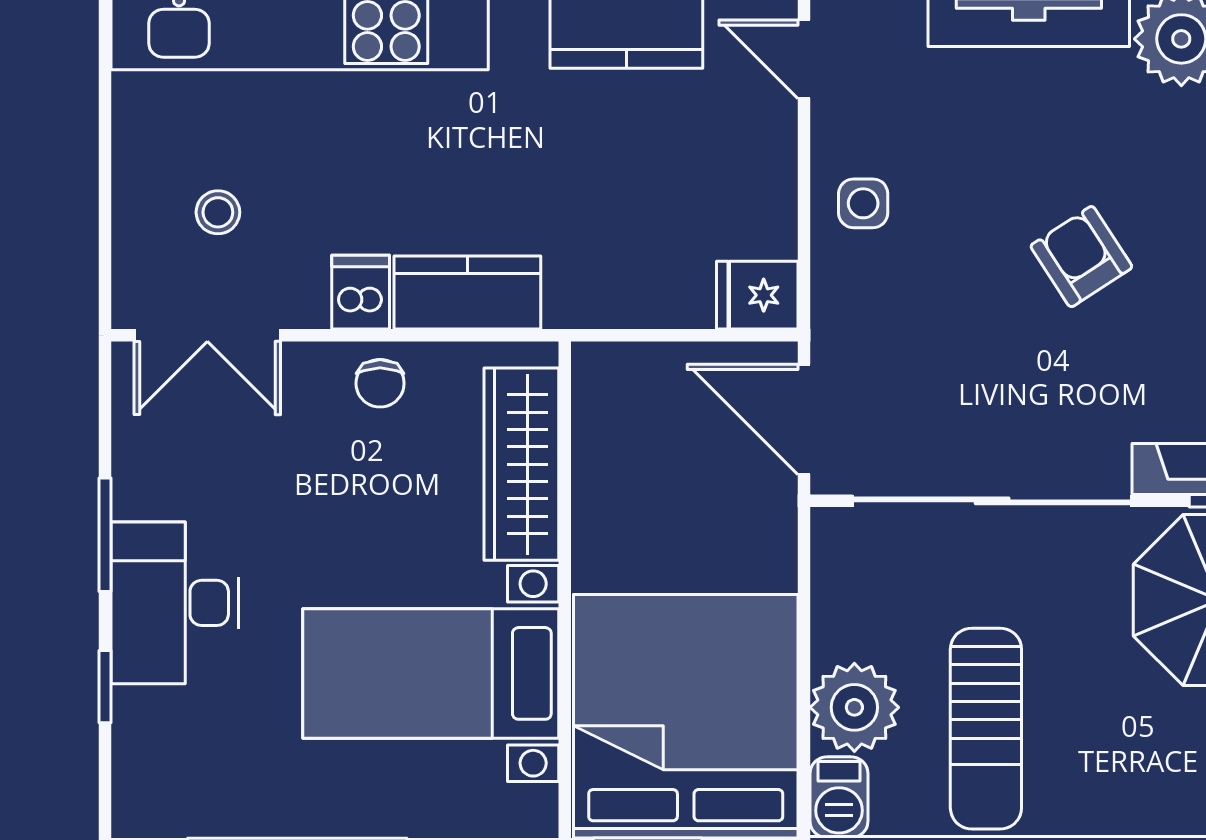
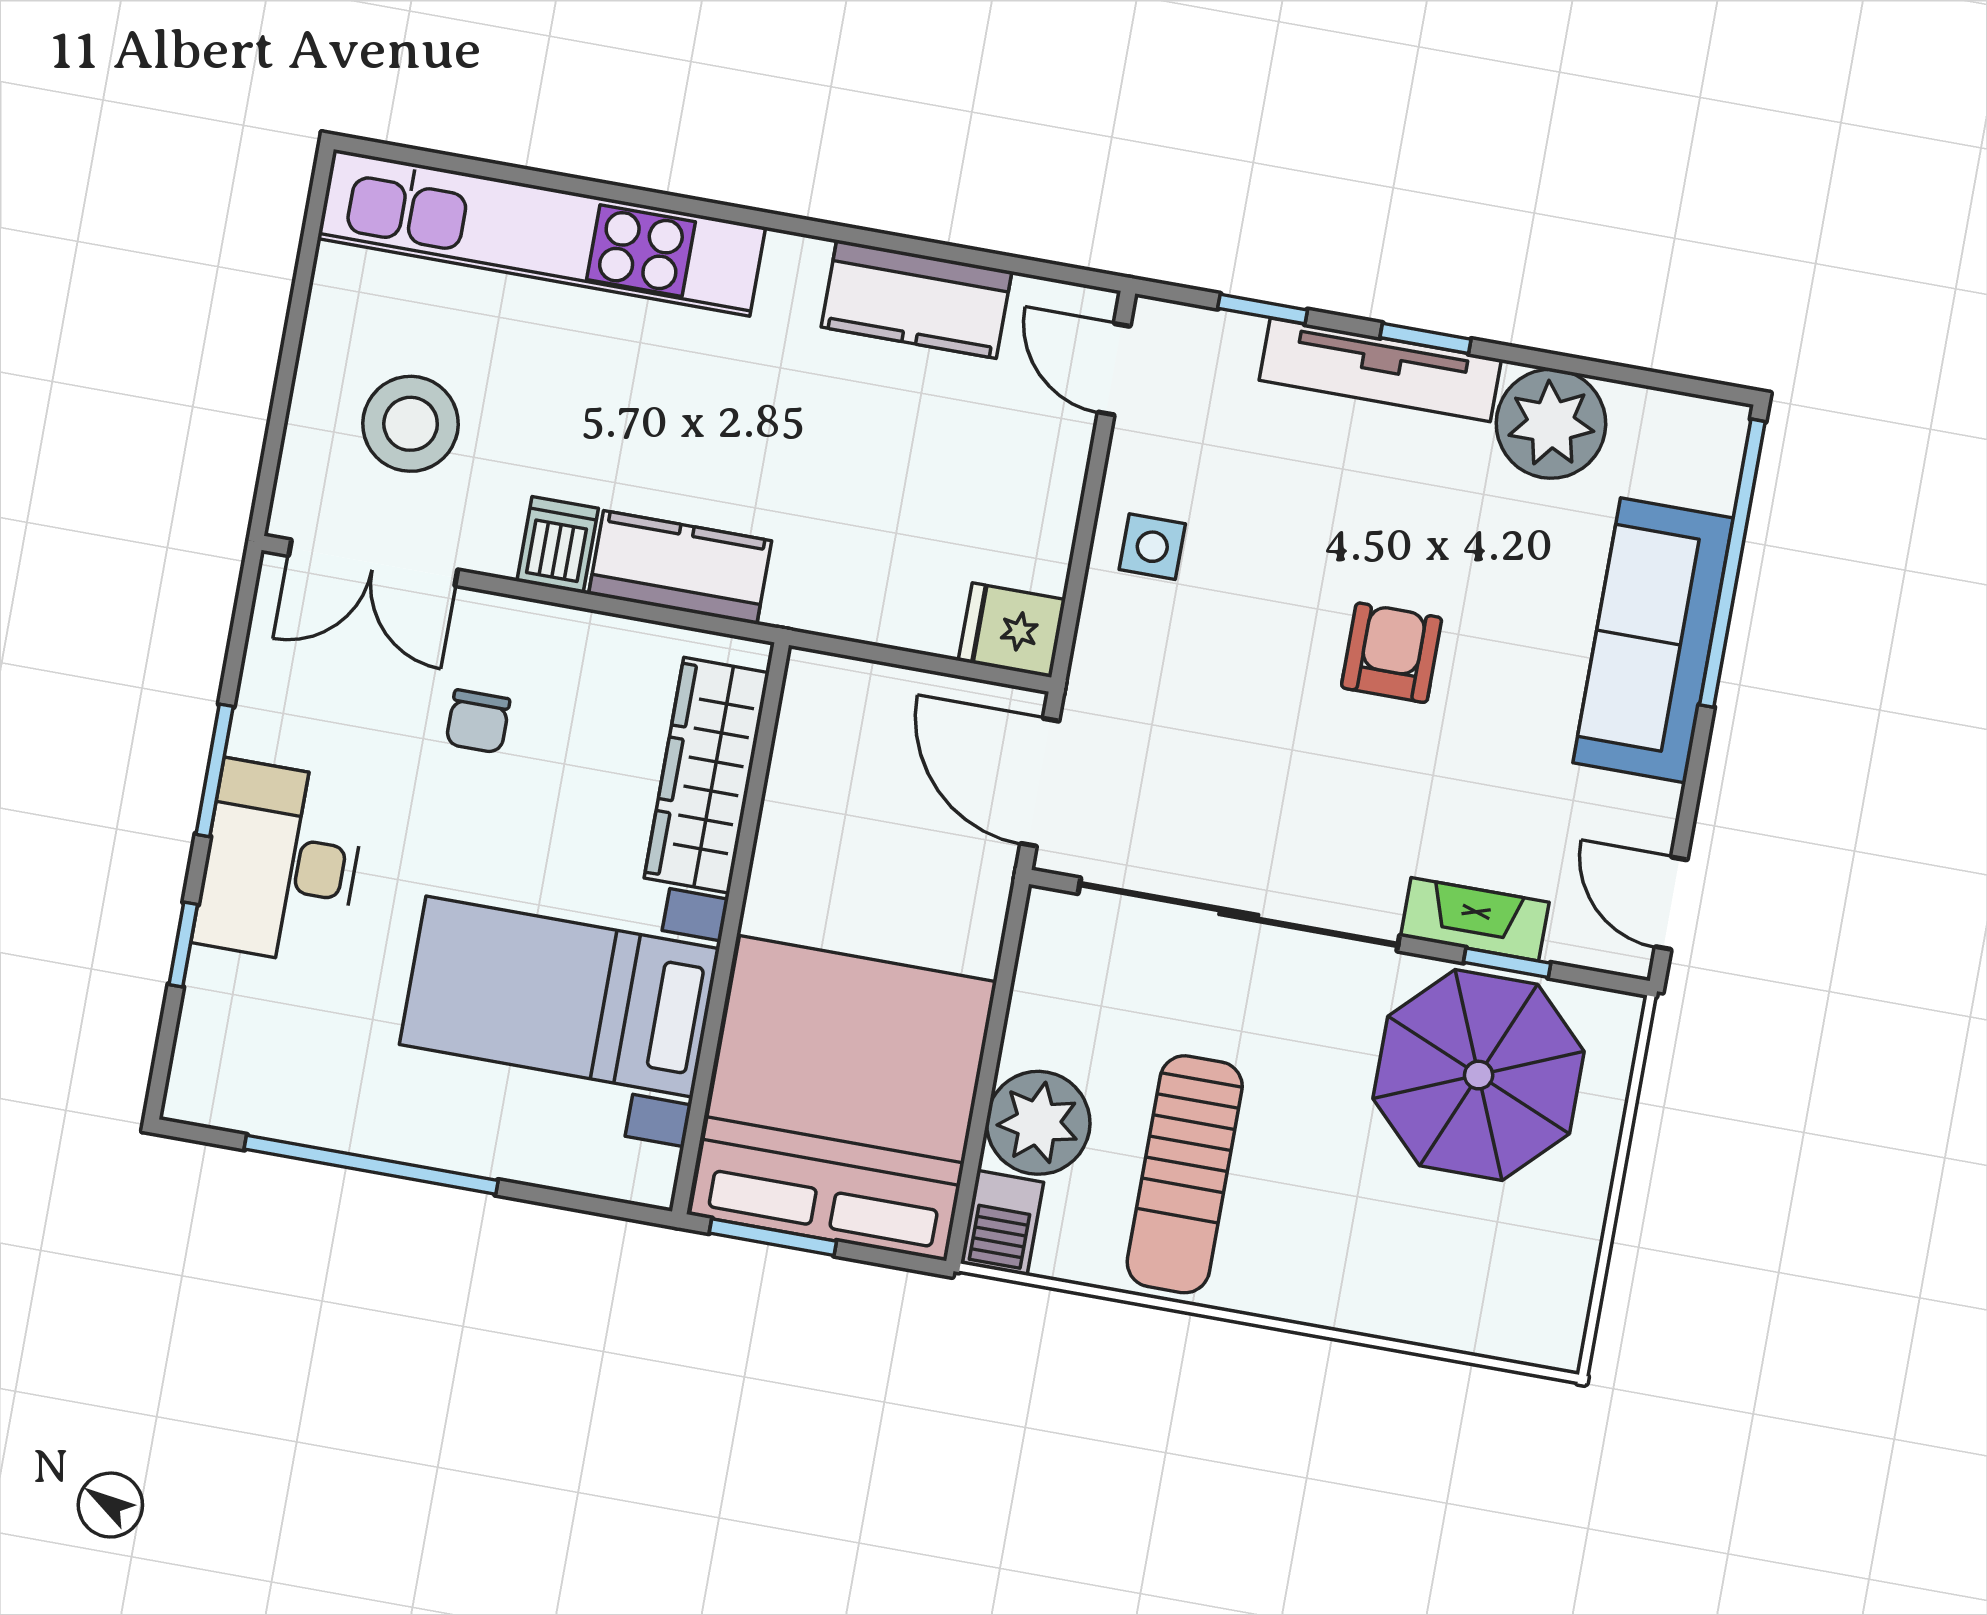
stool: (218, 212) -> (411, 424), width x1.89, depth x1.89
armchair: (1081, 257) -> (1392, 653), turned 33
chair: (380, 383) -> (478, 721), moved

